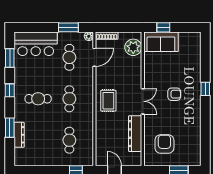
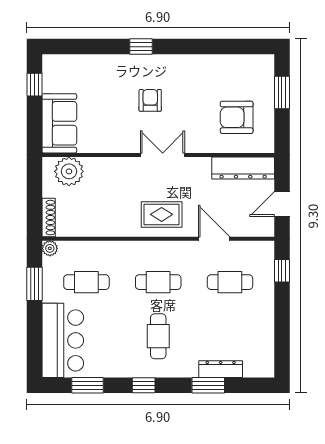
window: (163, 27) -> (34, 85), moved
door: (94, 57) -> (214, 239), moved
dresser: (135, 134) -> (243, 168), moved

